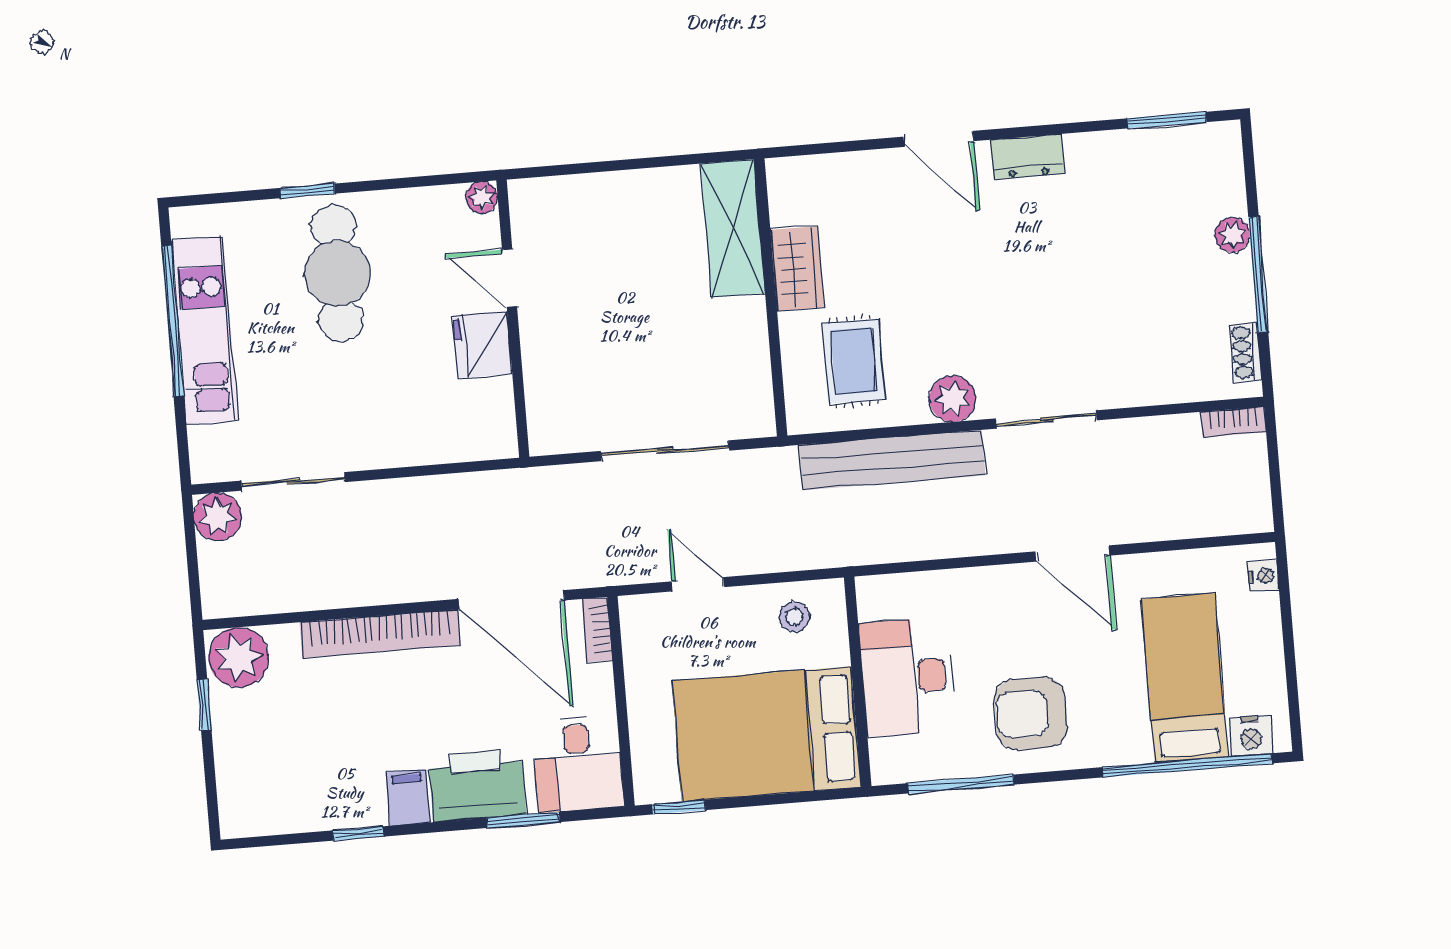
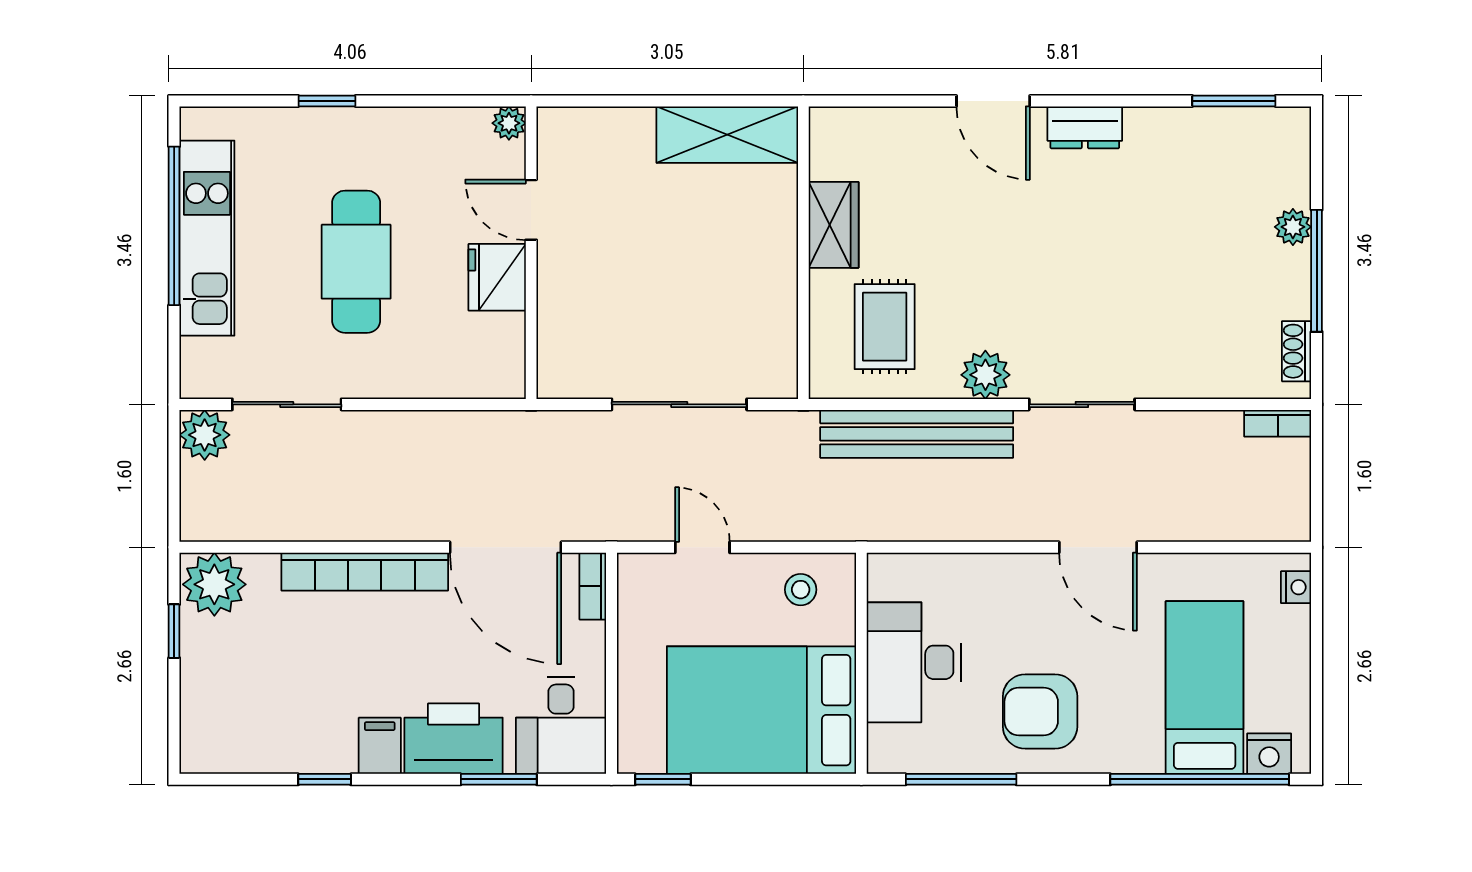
shelving: (733, 228) -> (727, 135), moved, turned 90
cafe table: (337, 273) -> (356, 262), moved

